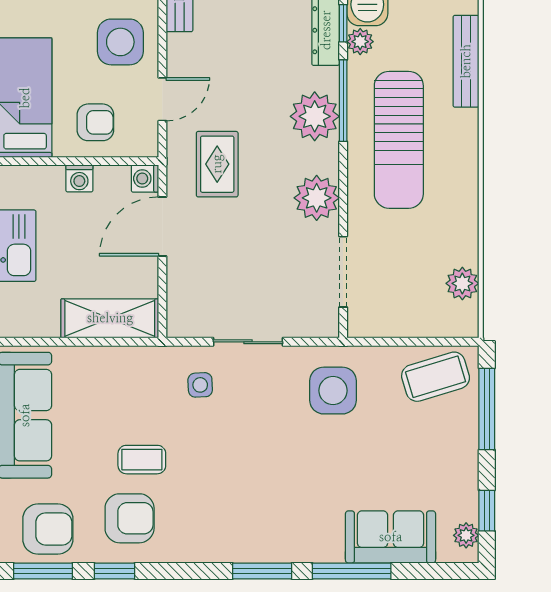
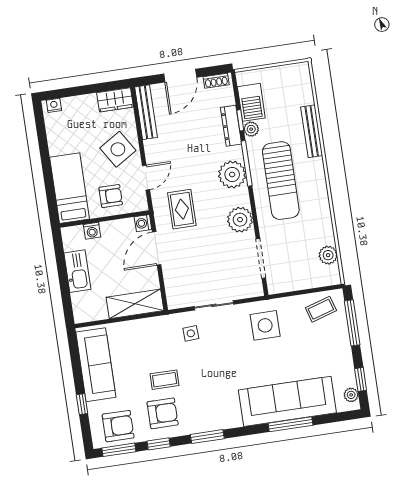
side table: (120, 42) -> (118, 149), turned -32
washing machine: (79, 178) -> (92, 231), moved
coffee table: (436, 377) -> (321, 309), width x0.73, depth x0.77
sofa: (391, 537) -> (287, 401), width x1.85, depth x1.27
window: (262, 571) -> (207, 437), moved

